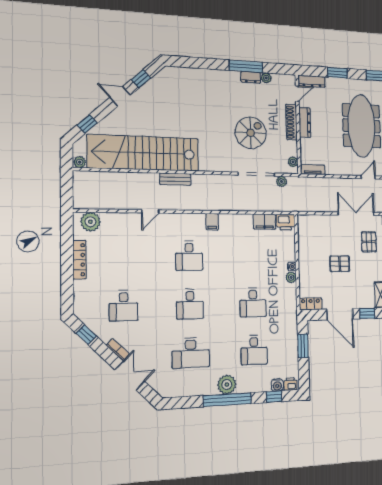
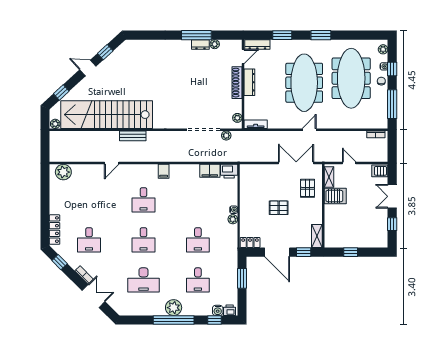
spiral stairs: (251, 133) -> (199, 94), removed
locker: (79, 260) -> (55, 230), moved

